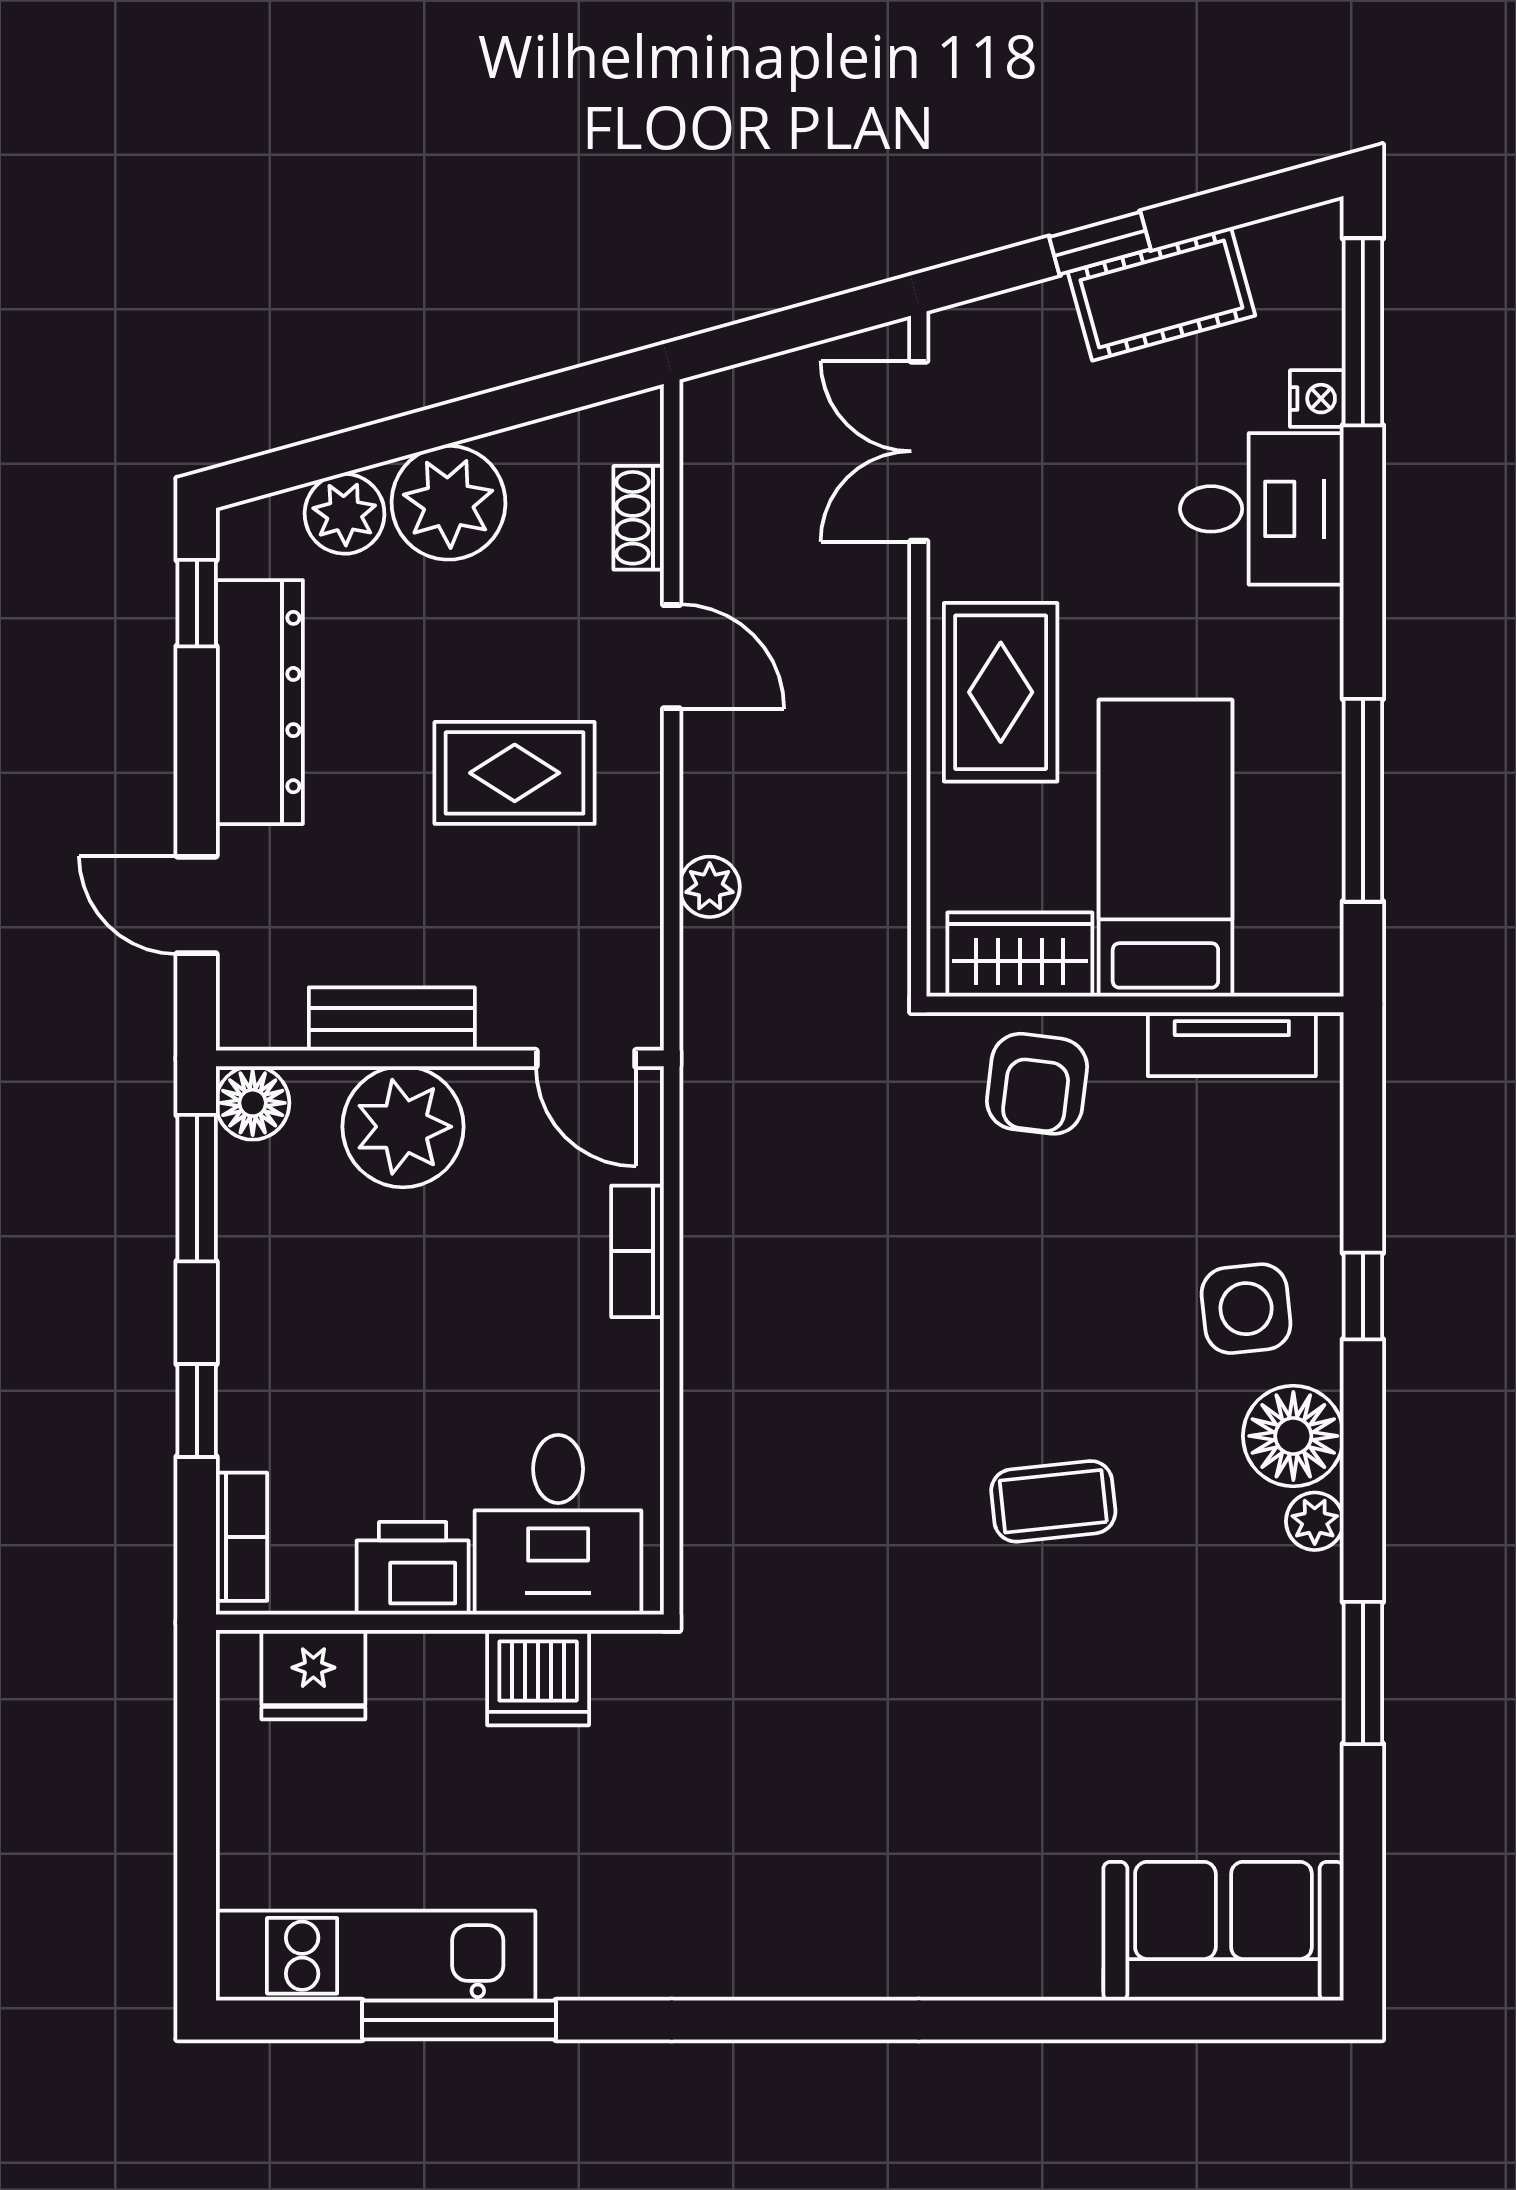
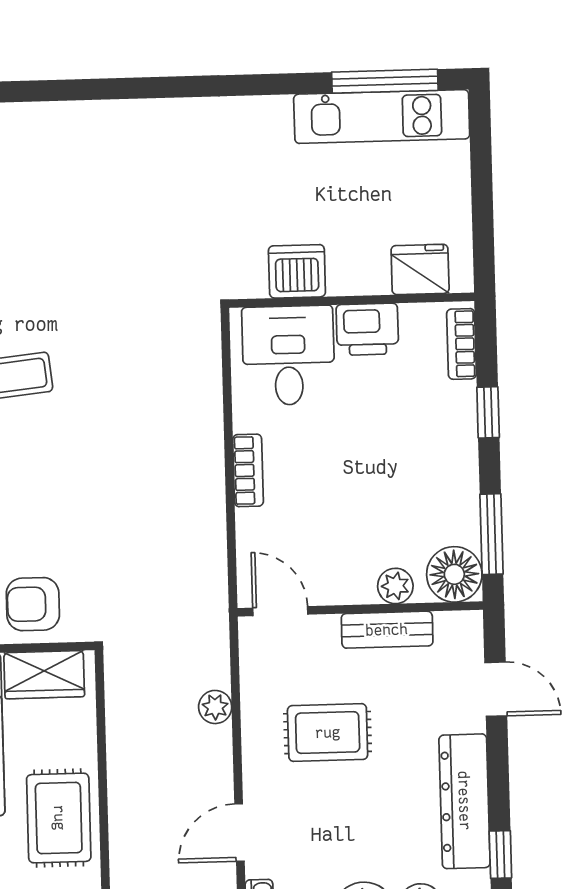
door: (672, 657) -> (239, 832), hinge flipped
rug: (515, 773) -> (328, 733), moved
armchair: (1037, 1084) -> (33, 604), turned -97
floor lamp: (253, 1103) -> (454, 574), width x1.38, depth x1.38
plant: (403, 1127) -> (395, 586), width x0.53, depth x0.53
bookcase: (638, 1251) -> (248, 470), moved
window: (459, 2020) -> (385, 81), moved

